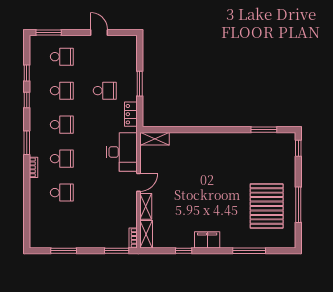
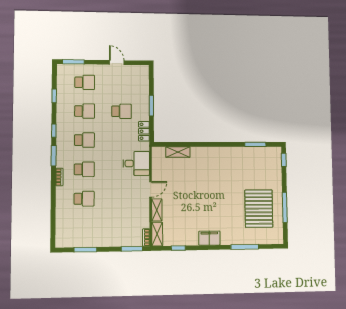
window: (27, 100) -> (54, 131), moved
shelving: (155, 139) -> (178, 152), moved
desk: (122, 152) -> (136, 163), width x0.73
window: (184, 251) -> (178, 248), moved

